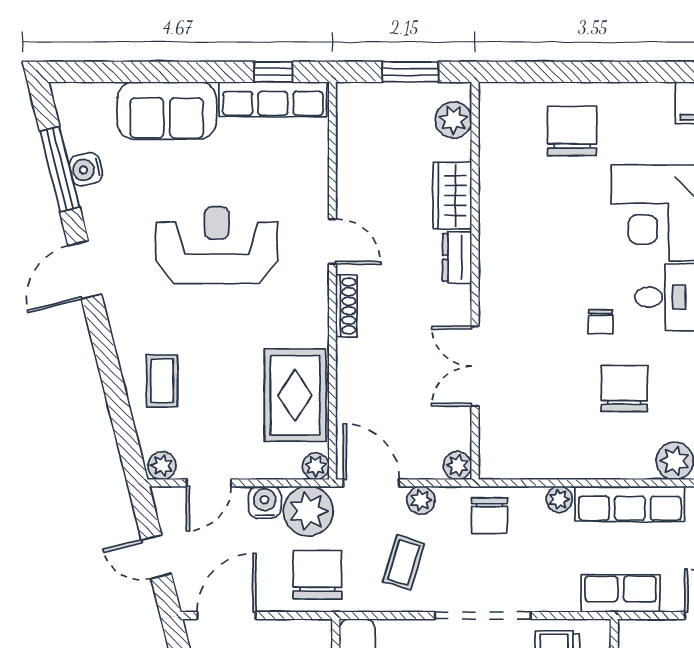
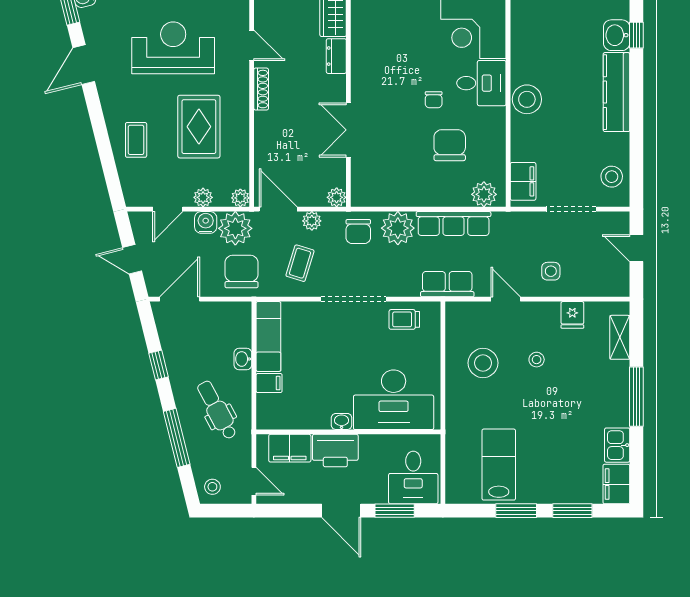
rug: (295, 395) -> (199, 127), moved
plant: (162, 466) -> (203, 197), moved
plant: (559, 499) -> (398, 228), width x1.87, depth x1.87

